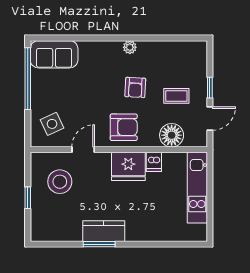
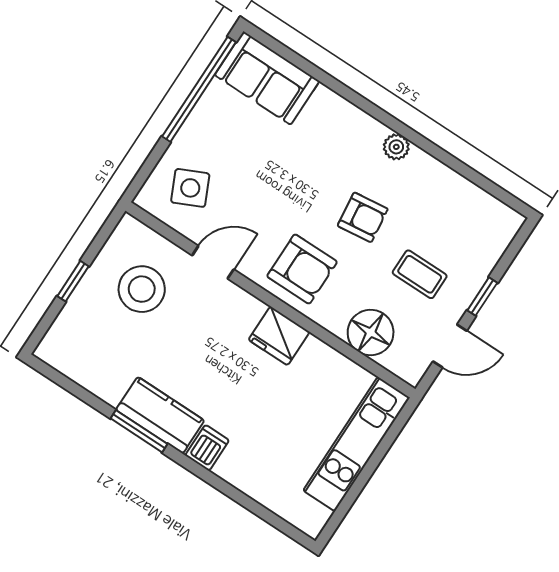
armchair: (135, 87) -> (363, 217), turned -100
dishwasher: (154, 162) -> (207, 448), moved, turned 180
fridge: (128, 166) -> (279, 336), width x0.73, depth x0.75

